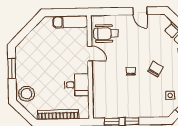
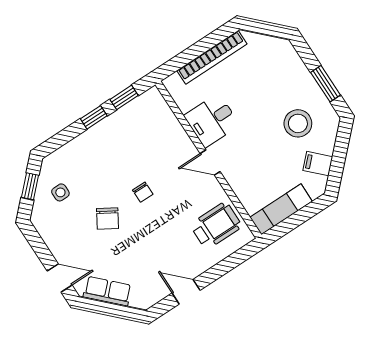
filing cabinet: (39, 33) -> (318, 164), added
door: (90, 54) -> (210, 162), moved
stool: (27, 94) -> (298, 123), moved

